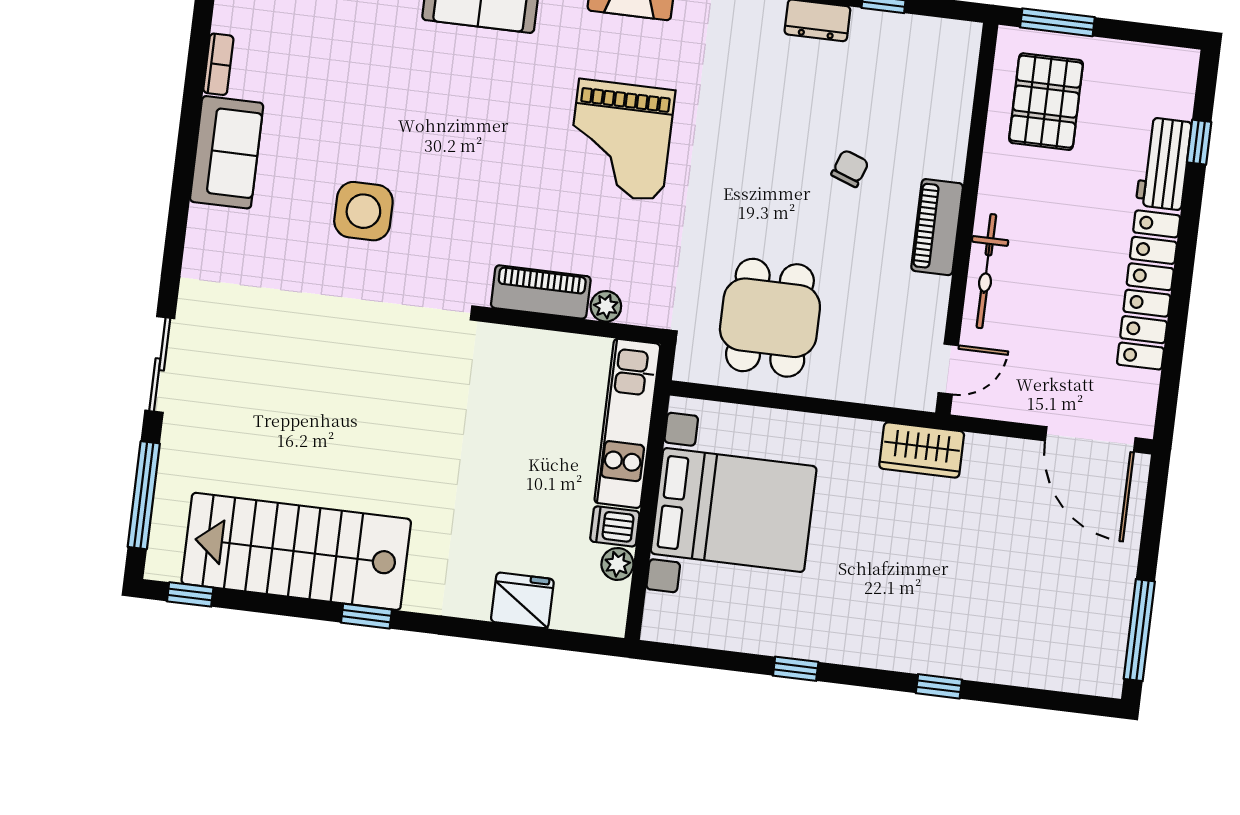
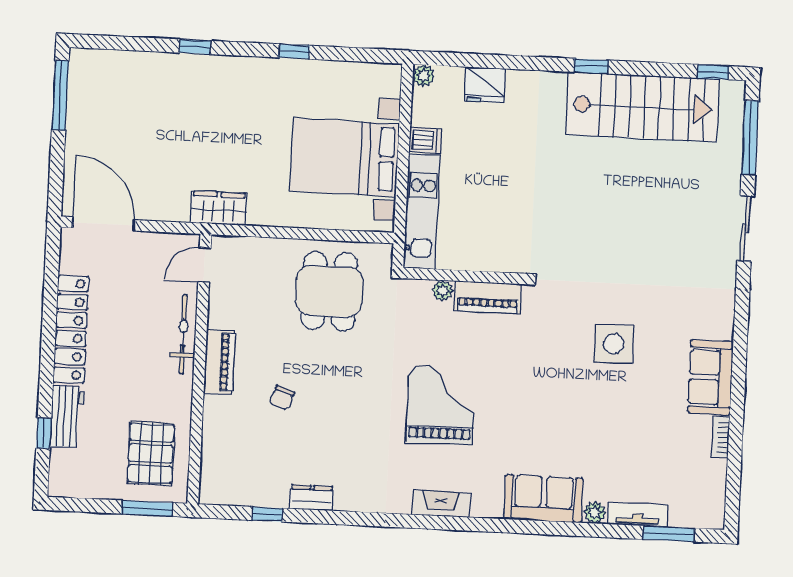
plant: (617, 564) -> (423, 76), moved

